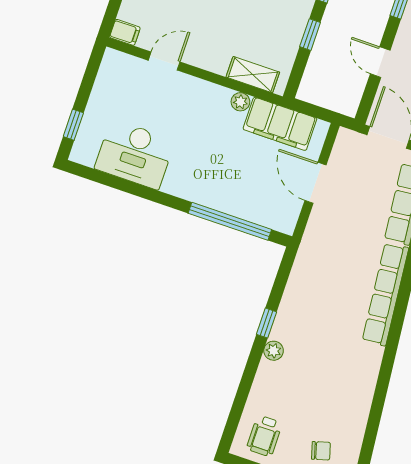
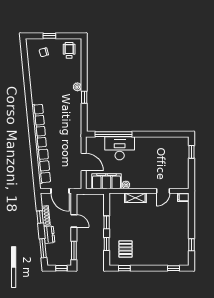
shelving: (253, 75) -> (135, 198), moved
desk: (135, 154) -> (120, 148), moved

